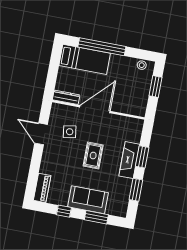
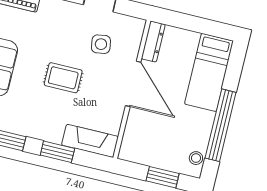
window: (102, 47) -> (221, 125), moved
fireplace: (129, 160) -> (90, 141), moved

